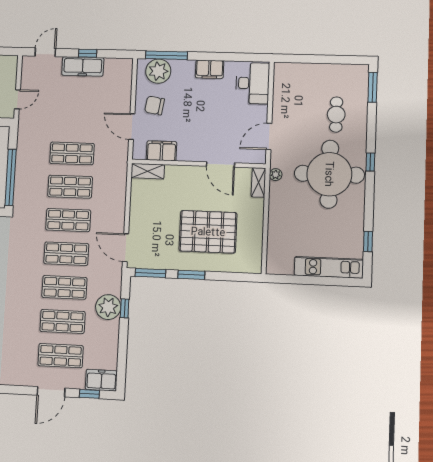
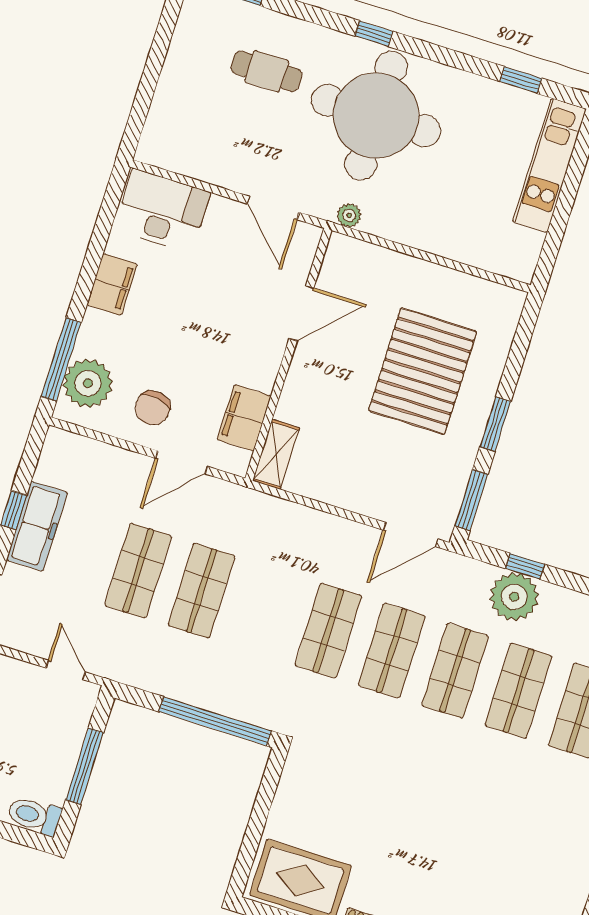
shelving: (258, 182) -> (355, 251), removed
shop shelf: (70, 187) -> (138, 571), moved

